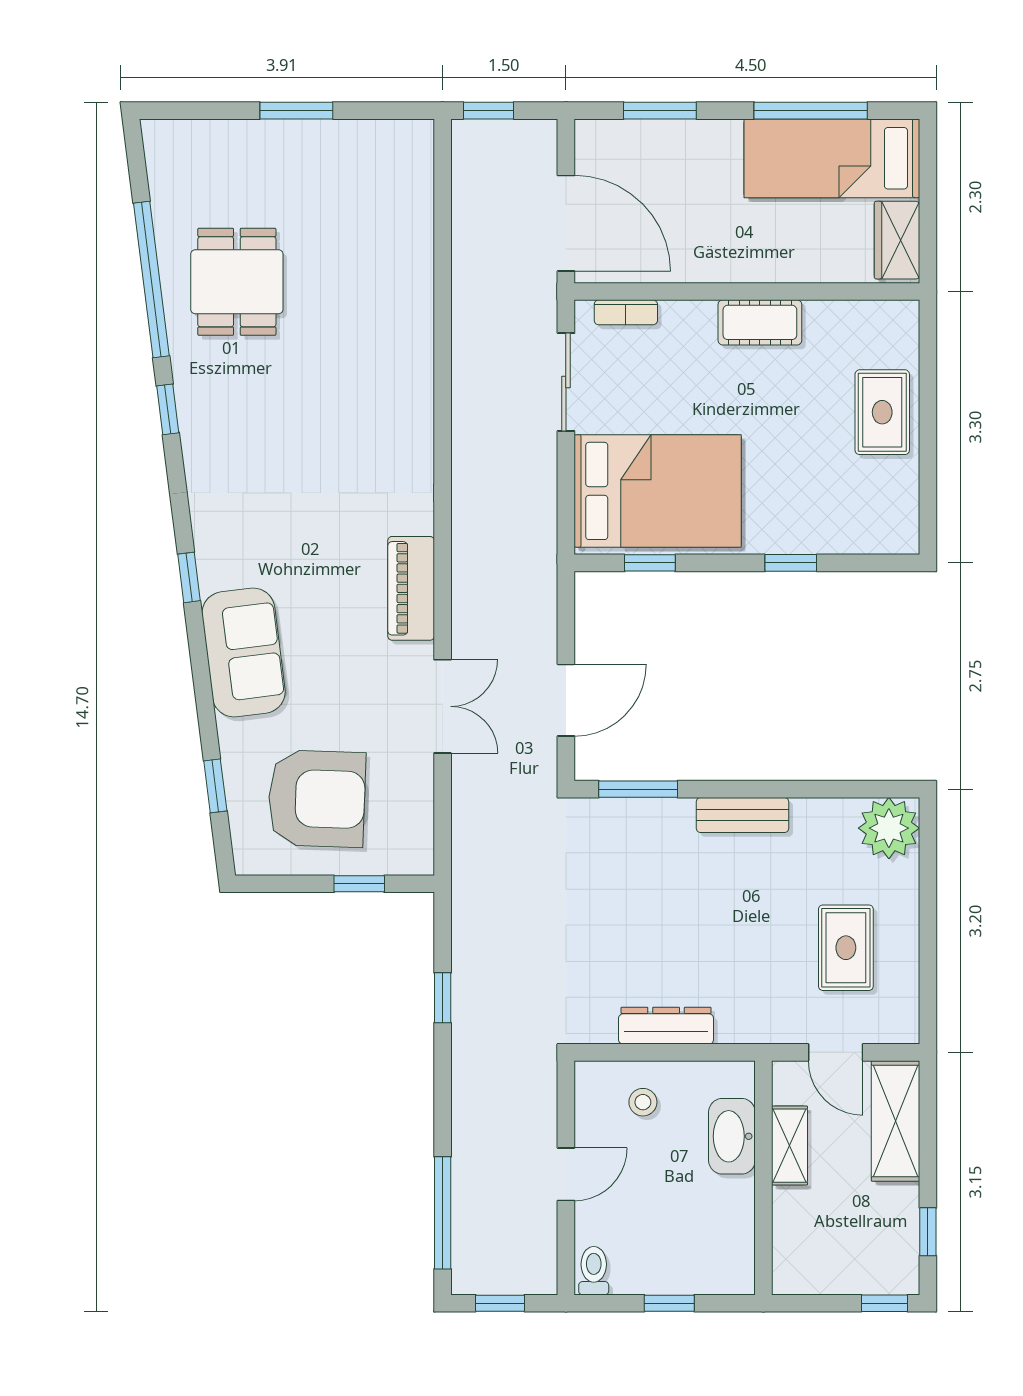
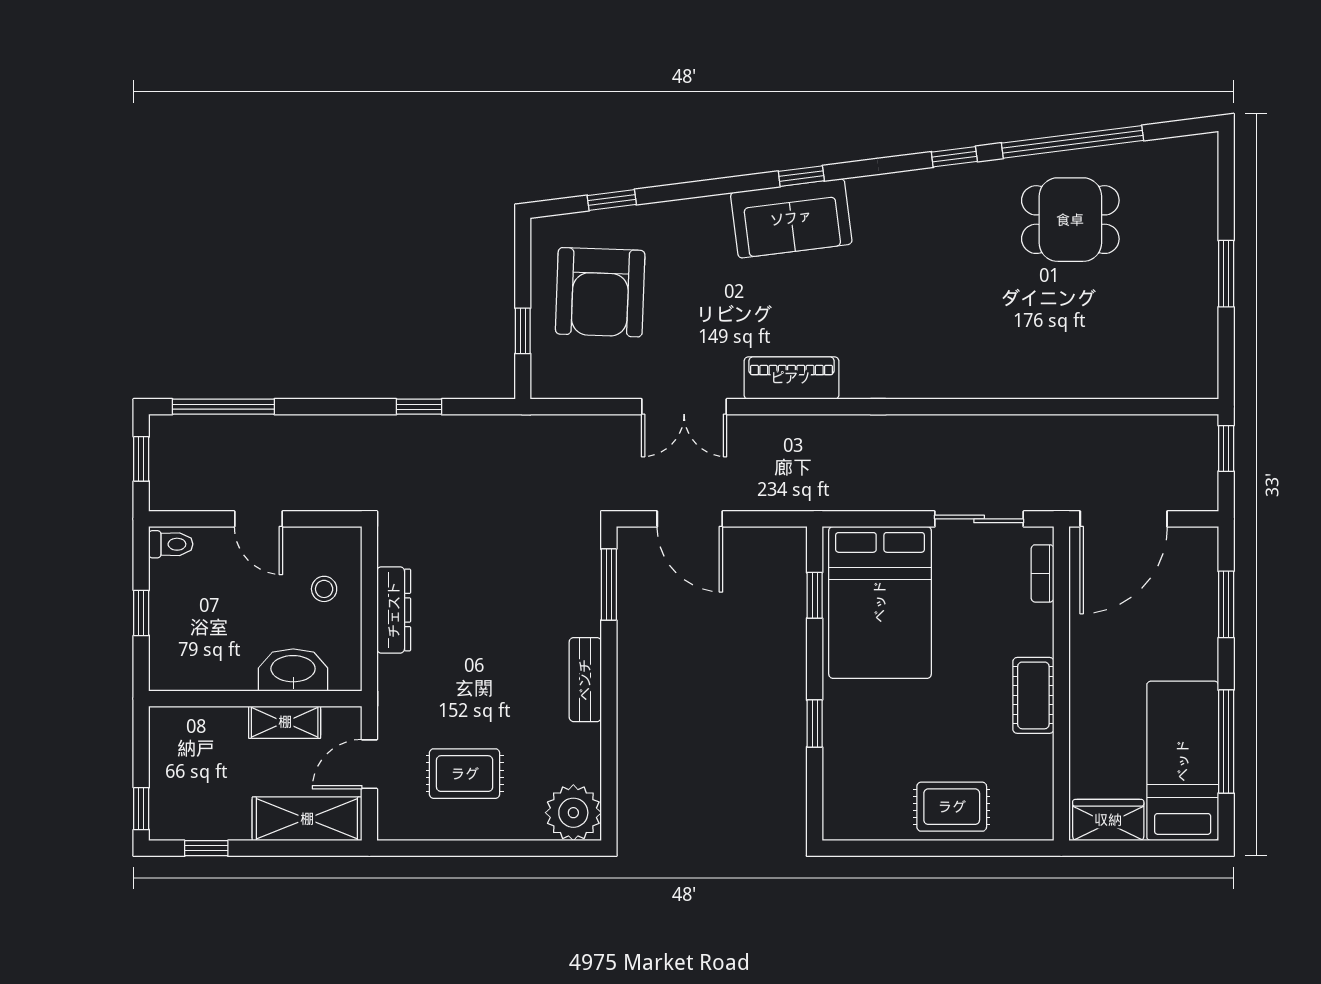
sofa: (244, 652) -> (791, 218), moved

